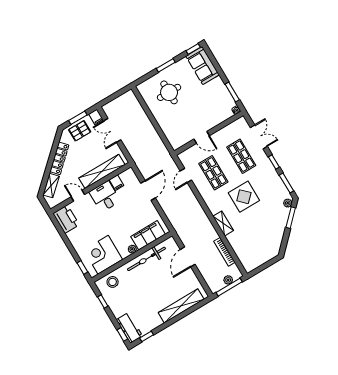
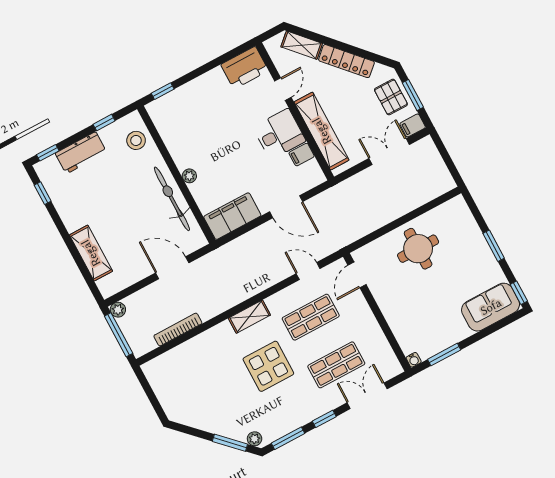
round table: (169, 92) -> (418, 249), moved
door: (202, 137) -> (357, 275), moved
double door: (259, 137) -> (367, 396), swing flipped
shelving: (223, 223) -> (249, 317), moved
filing cabinet: (148, 235) -> (232, 216), moved, turned -90
corner desk: (103, 255) -> (182, 127), removed
plant: (228, 280) -> (118, 310), moved
shelving: (181, 306) -> (91, 253), width x0.68
workbench: (129, 328) -> (81, 153), moved

